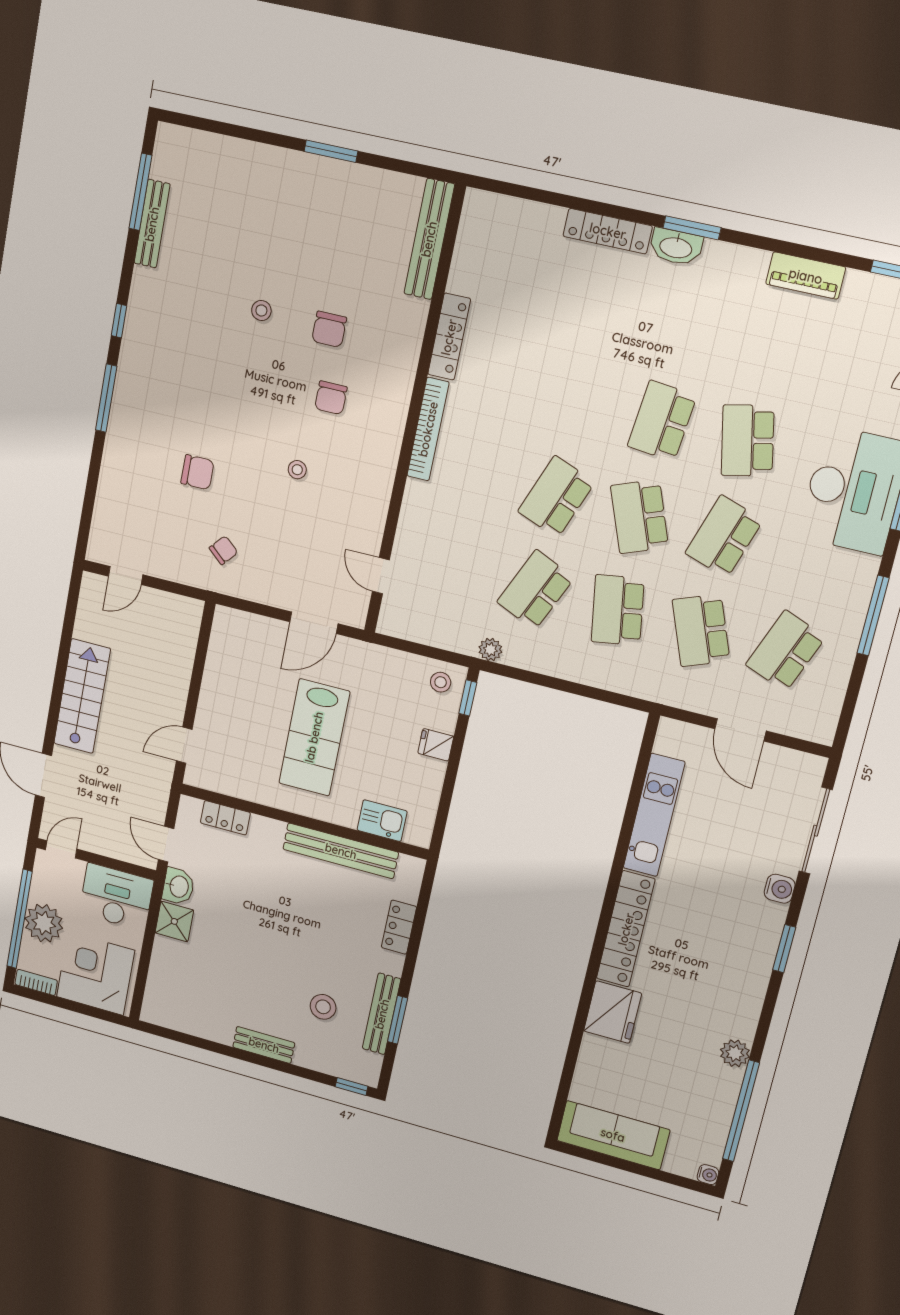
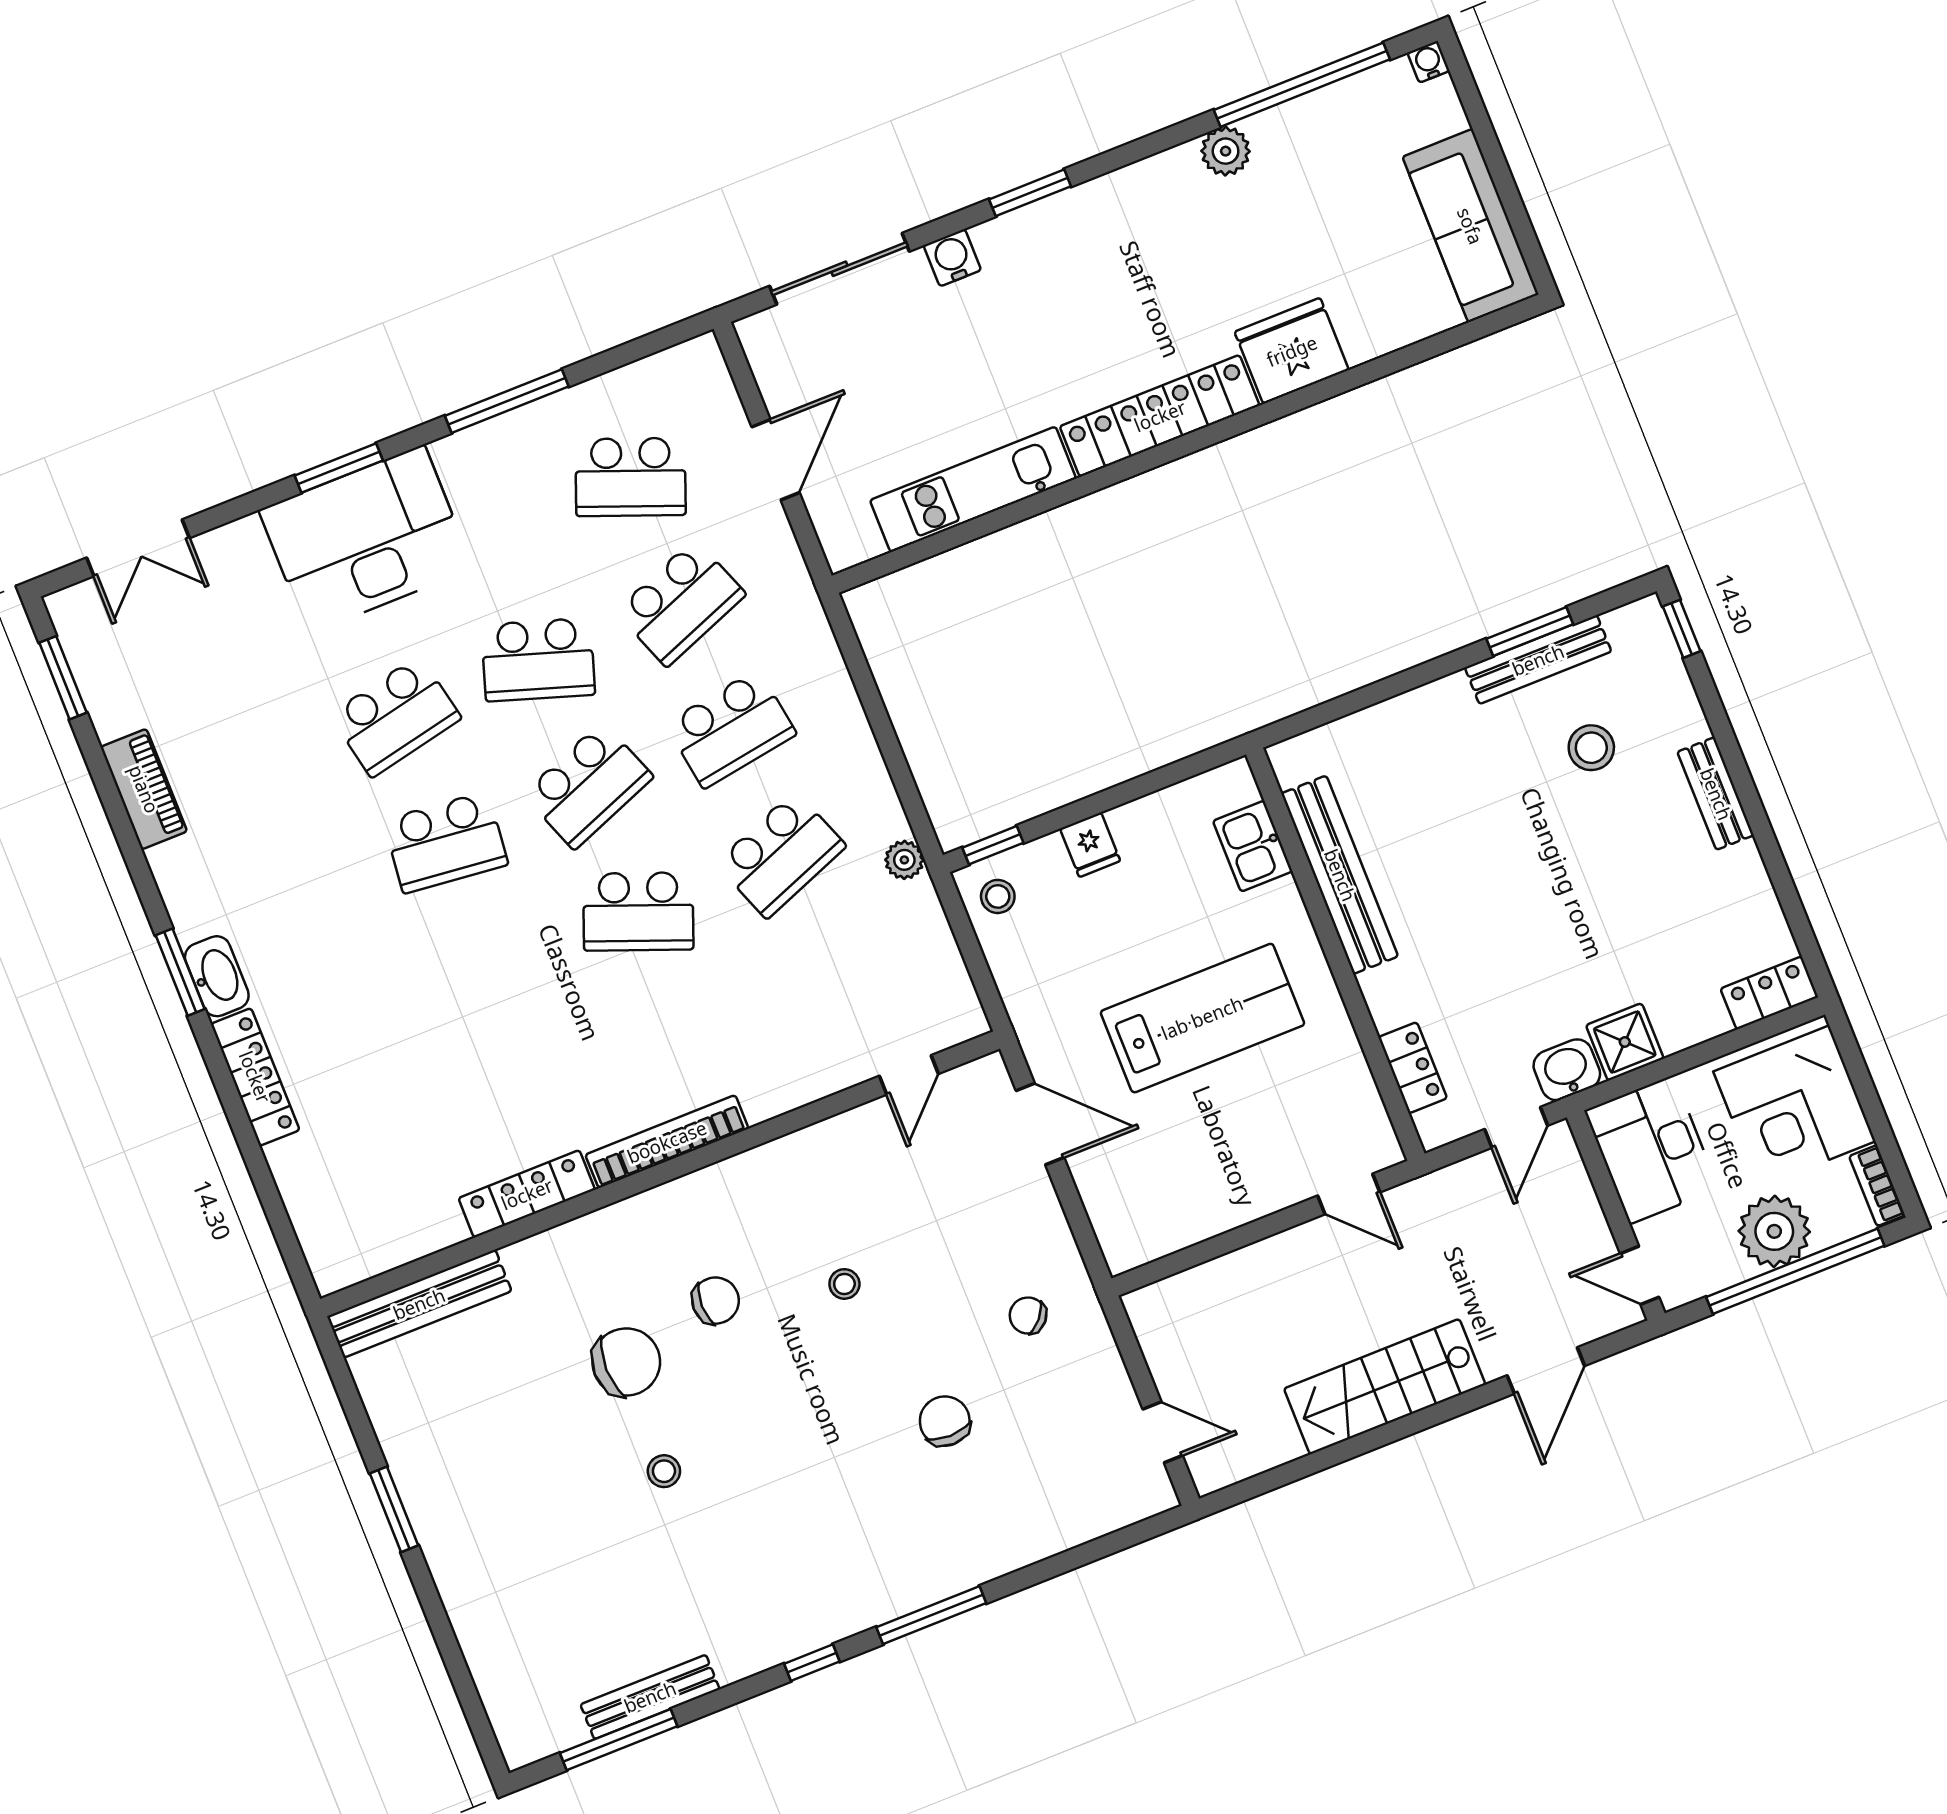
chair: (329, 329) -> (626, 1362), width x1.37, depth x1.37
school desk: (535, 590) -> (781, 855), turned -45
locker: (399, 927) -> (1769, 993), moved, turned 180

